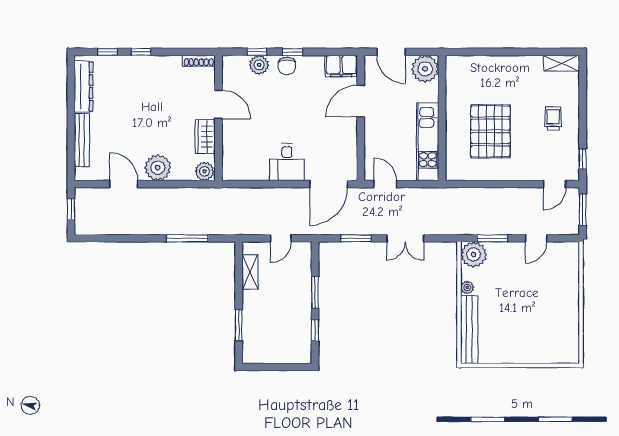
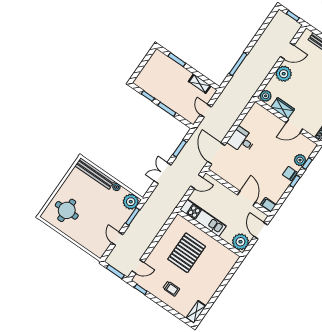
door: (391, 52) -> (261, 231), hinge flipped
filing cabinet: (341, 66) -> (268, 205), width x0.50
pallet: (490, 131) -> (187, 253), turned 90
door: (555, 184) -> (138, 267), swing flipped
round table: (545, 333) -> (67, 210), added

